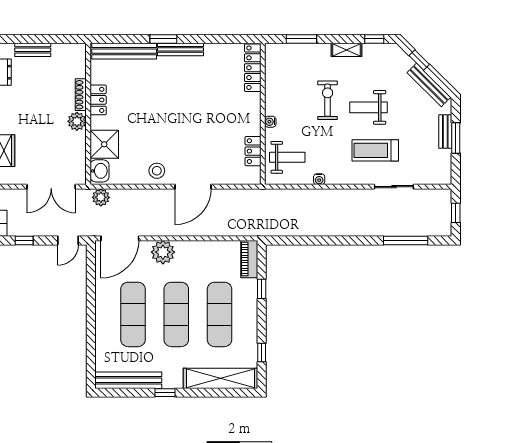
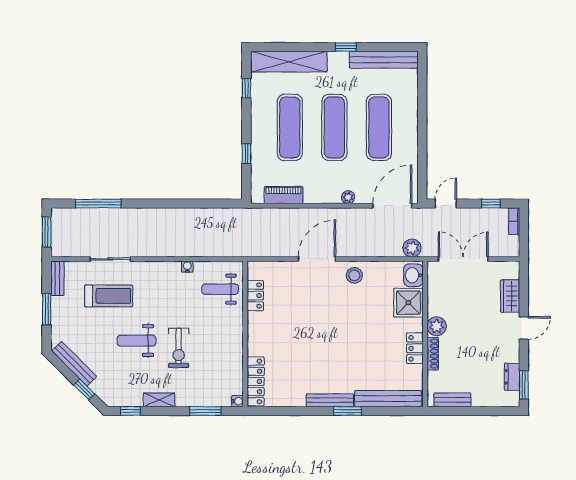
bench: (33, 50) -> (452, 400), moved
weight bench: (368, 107) -> (136, 341), turned 180
water cooler: (270, 122) -> (238, 401), moved
bench: (445, 131) -> (57, 278), moved
treadmill: (375, 150) -> (109, 296), moved
window: (456, 213) -> (47, 232), width x1.50
plant: (163, 252) -> (348, 197), width x0.53, depth x0.53
piano: (249, 259) -> (284, 195), moved, turned -90

